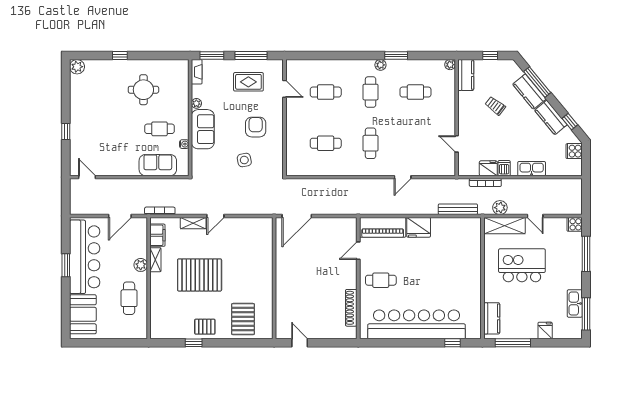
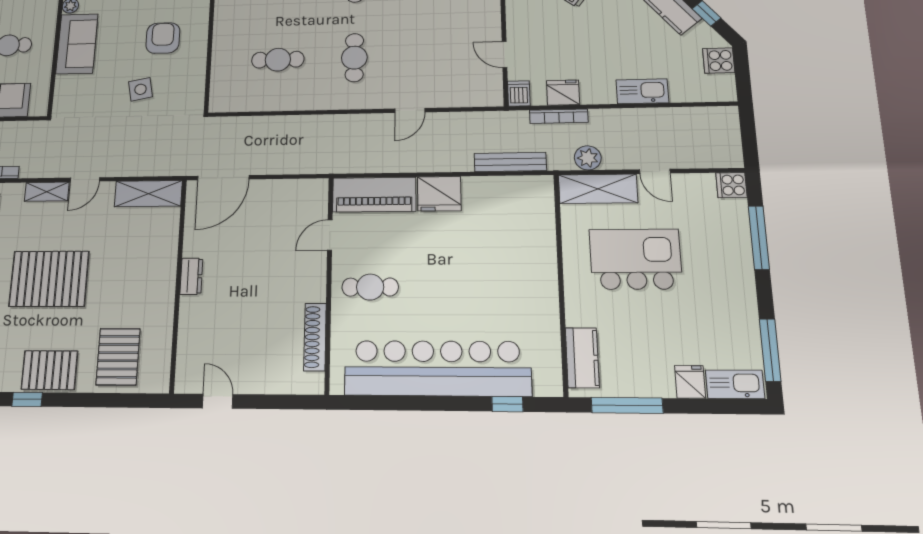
water cooler: (184, 144) -> (45, 67), removed
dishwasher: (504, 168) -> (519, 93), moved
shelving: (254, 225) -> (148, 194), added
dresser: (281, 274) -> (191, 276), added
kitchen sink: (575, 303) -> (735, 384), moved, turned 90
pallet: (205, 327) -> (49, 370), width x1.50, depth x1.42

